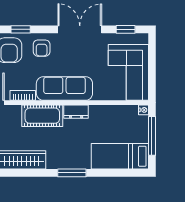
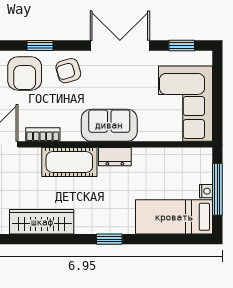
armchair: (42, 48) -> (68, 71), turned 74
sofa: (64, 88) -> (109, 125), width x0.73
nightstand: (143, 110) -> (206, 191), moved
window: (72, 173) -> (109, 239), width x0.67

